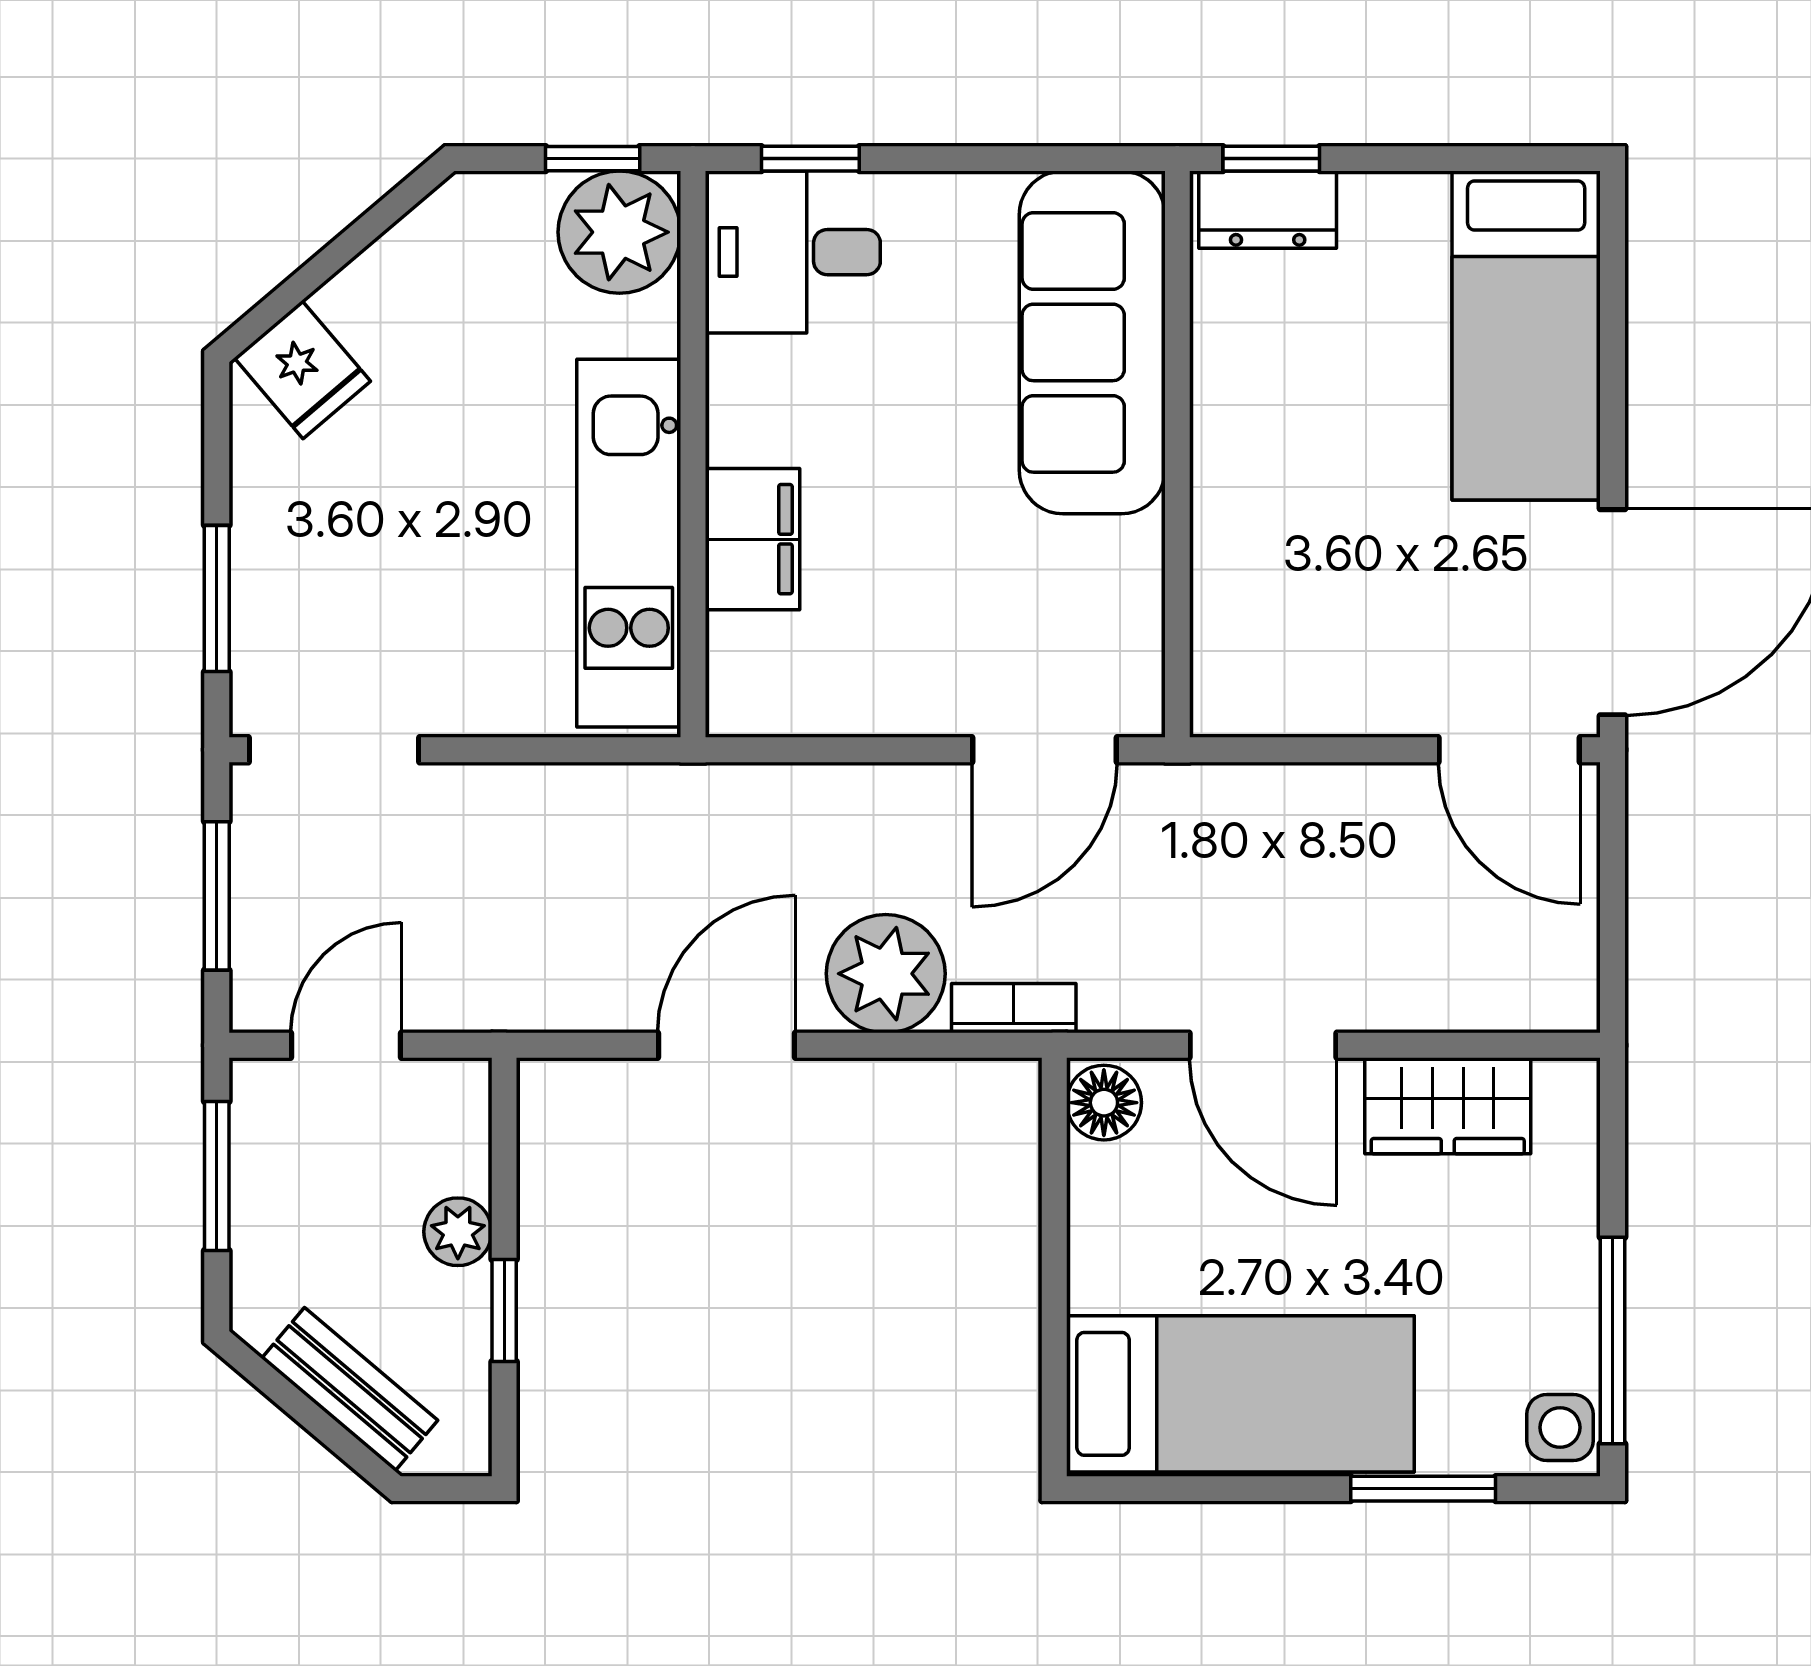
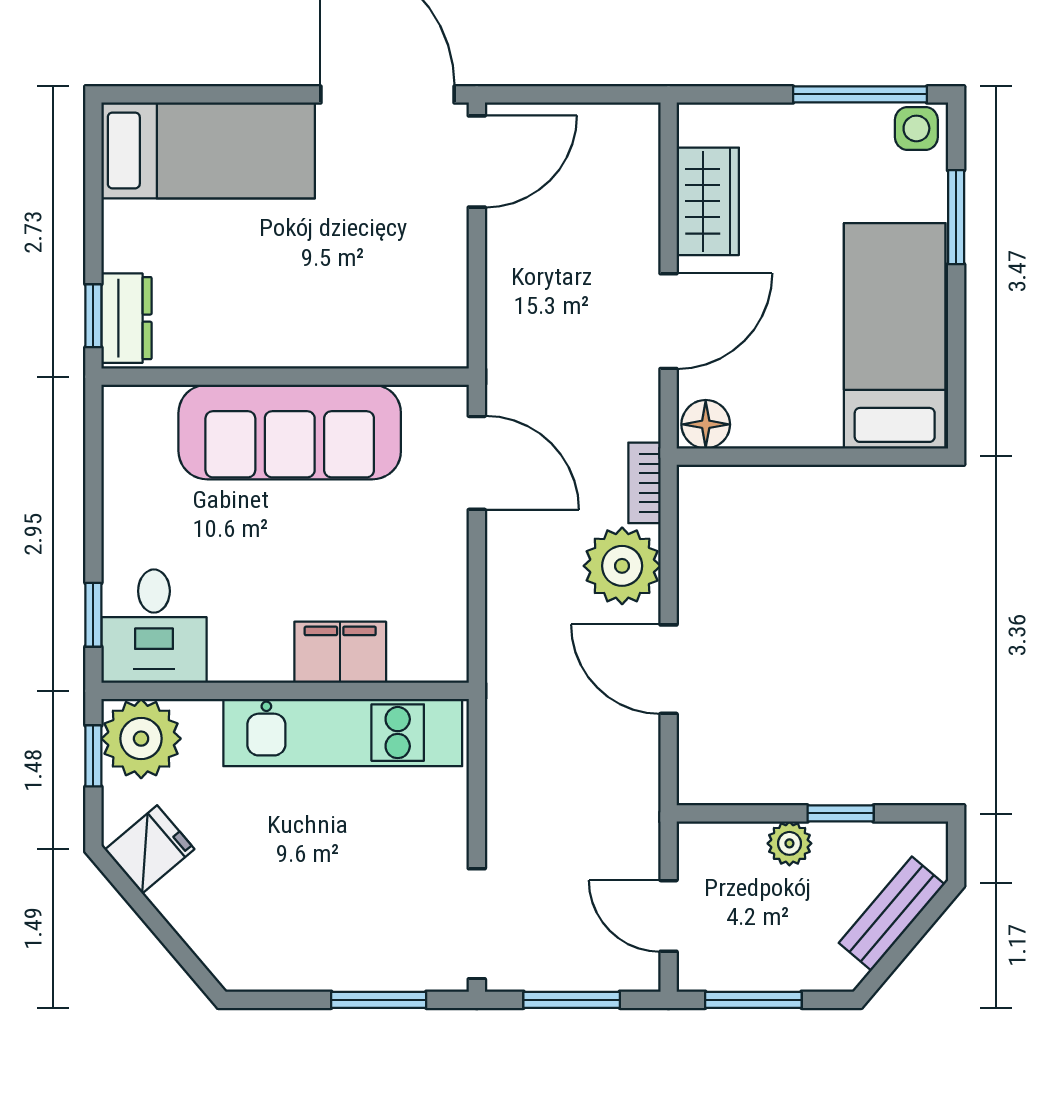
sofa: (1092, 342) -> (290, 432), moved
fridge: (302, 370) -> (150, 849), moved

